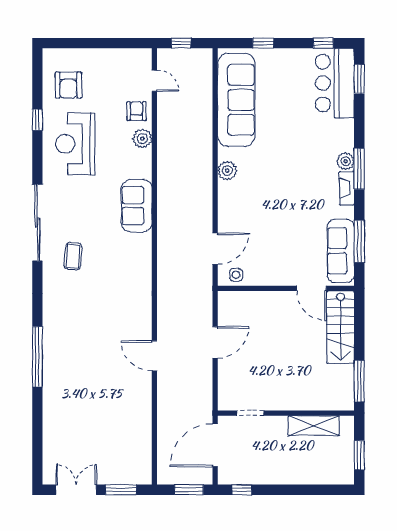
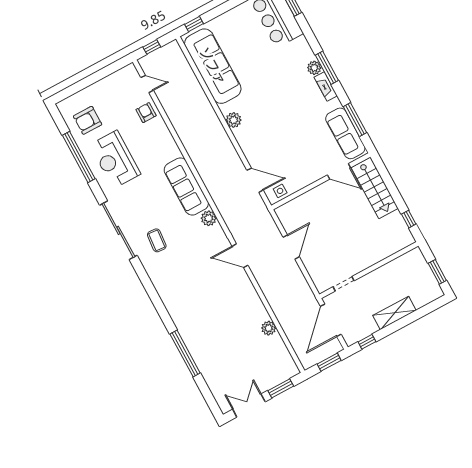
window: (263, 43) -> (194, 24), moved
armchair: (68, 85) -> (88, 120), turned 90
window: (37, 120) -> (79, 157), width x3.17
plant: (142, 138) -> (209, 218), moved
sofa: (137, 206) -> (186, 187), width x1.36
door: (215, 249) -> (255, 180), hinge flipped
door: (154, 356) -> (240, 256), moved
window: (37, 357) -> (185, 353), moved
window: (359, 381) -> (409, 219), width x0.46
plant: (143, 417) -> (269, 328), added
shelving: (314, 426) -> (394, 313), moved

